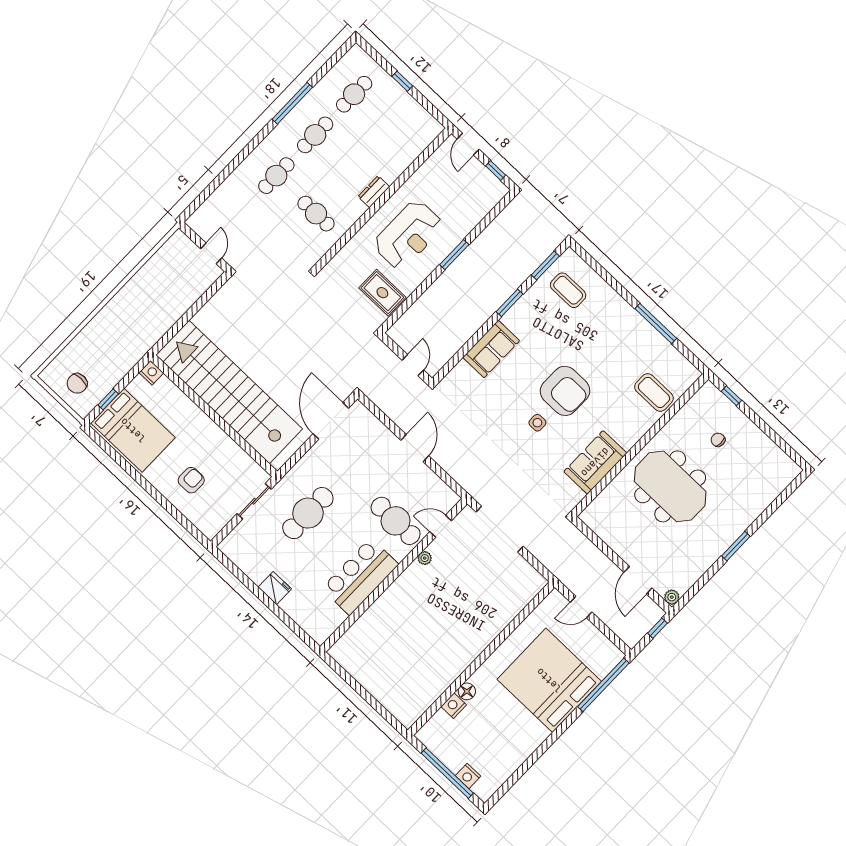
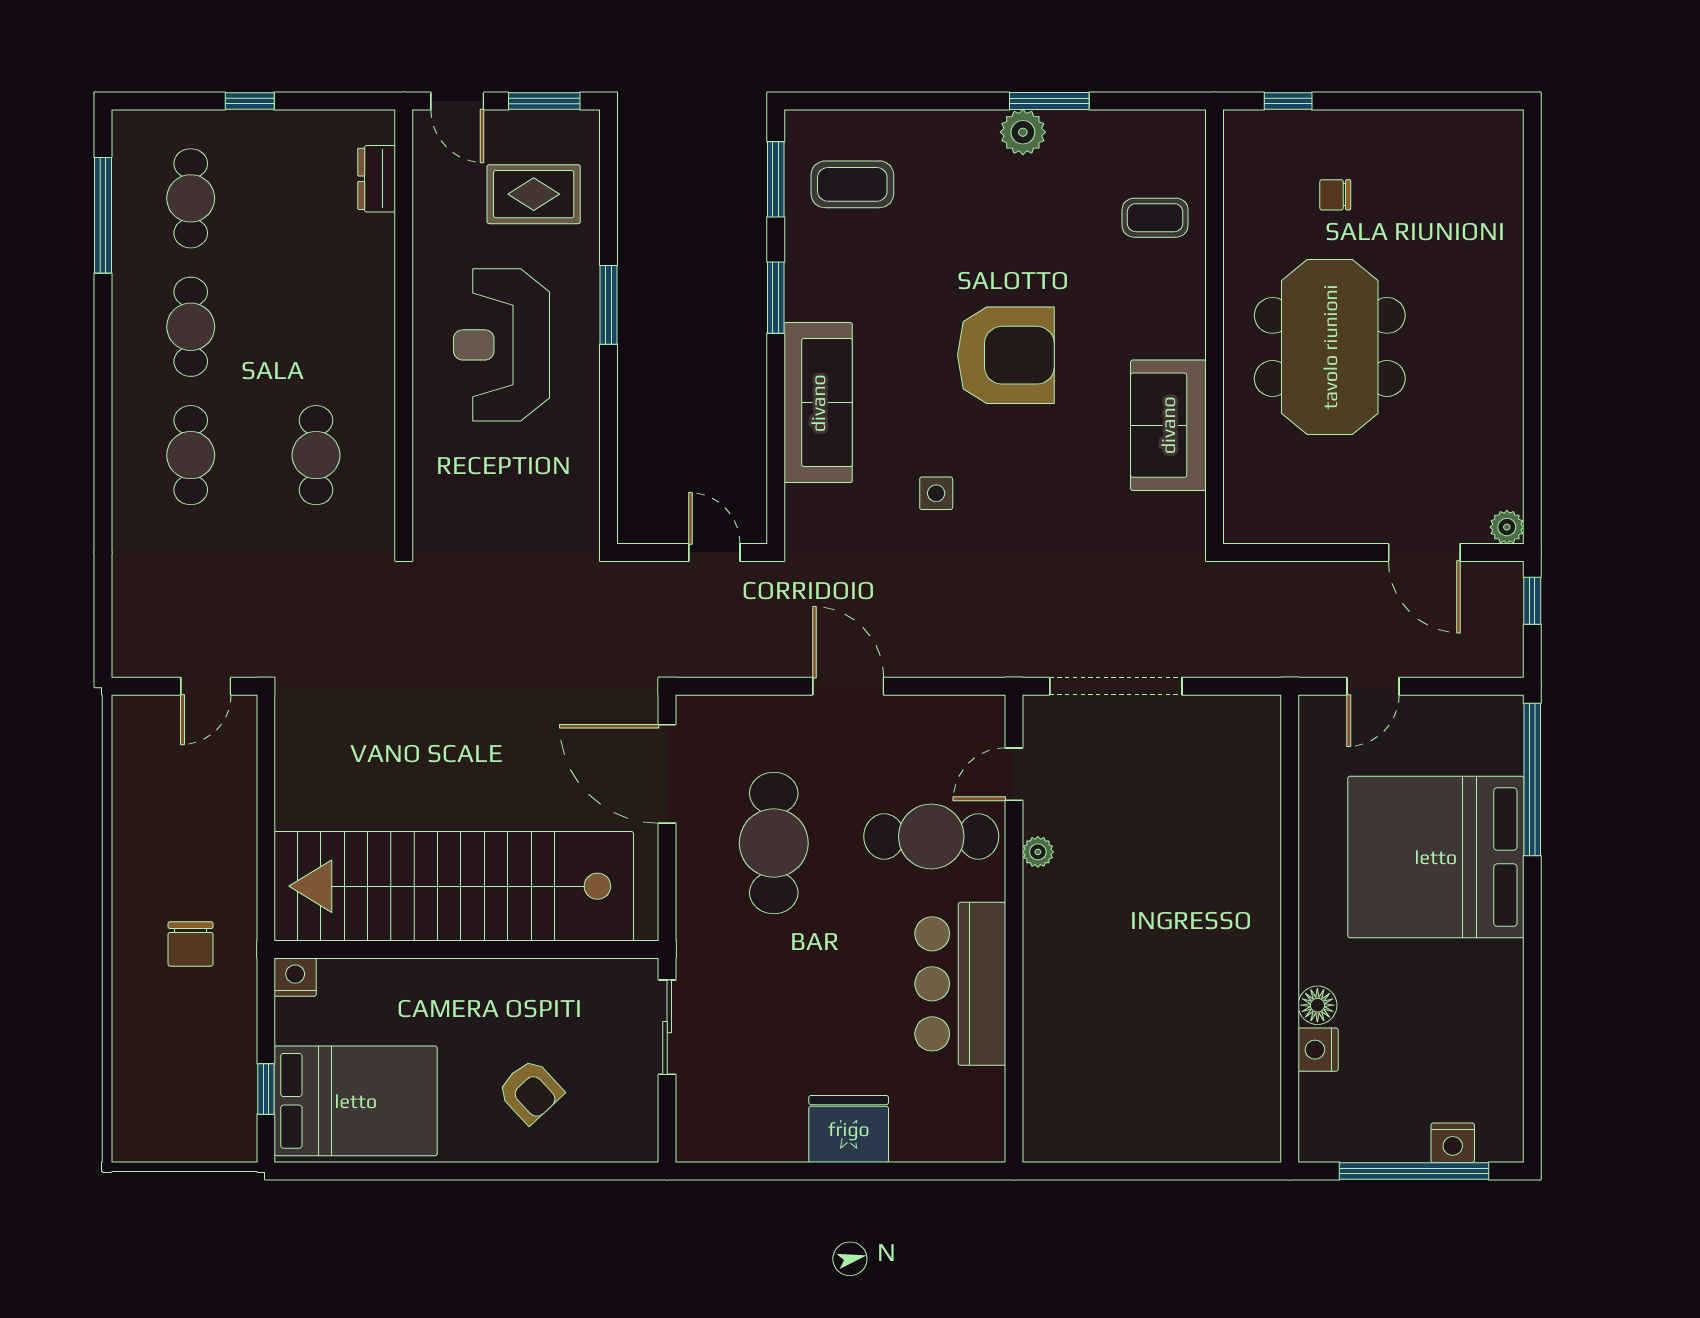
window: (292, 103) -> (103, 215), moved
window: (496, 170) -> (544, 101), width x1.50
dresser: (374, 192) -> (377, 179), moved
cafe table: (316, 214) -> (316, 455), turned 90
reception desk: (408, 235) -> (502, 345), turned 180
door: (211, 253) -> (206, 686), swing flipped
rug: (382, 293) -> (534, 194), moved
window: (656, 323) -> (1049, 101), width x0.69
plant: (638, 325) -> (1023, 132), added
sofa: (491, 349) -> (818, 403), width x1.36
chair: (77, 383) -> (191, 944), moved
coffee table: (654, 392) -> (1155, 218), width x0.73, depth x0.77
side table: (537, 423) -> (936, 493), moved
armchair: (191, 480) -> (530, 1091), turned 137
meeting table: (670, 486) -> (1330, 347), turned 90
cafe table: (308, 513) -> (774, 843), moved
window: (736, 546) -> (1532, 342), removed
fridge: (275, 588) -> (849, 1129), width x1.36, depth x1.34

